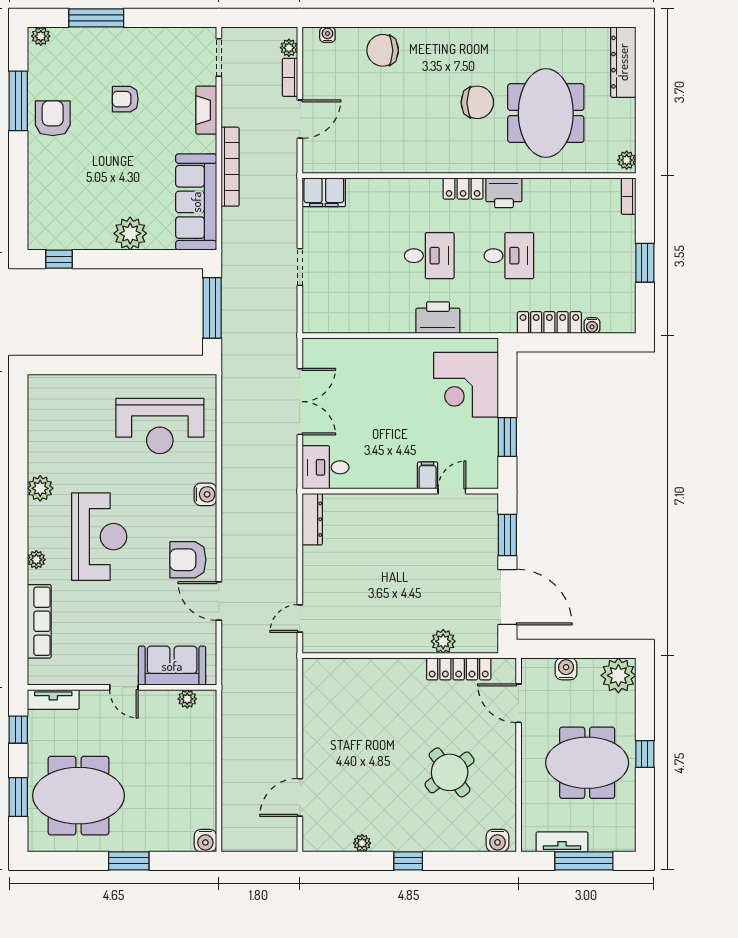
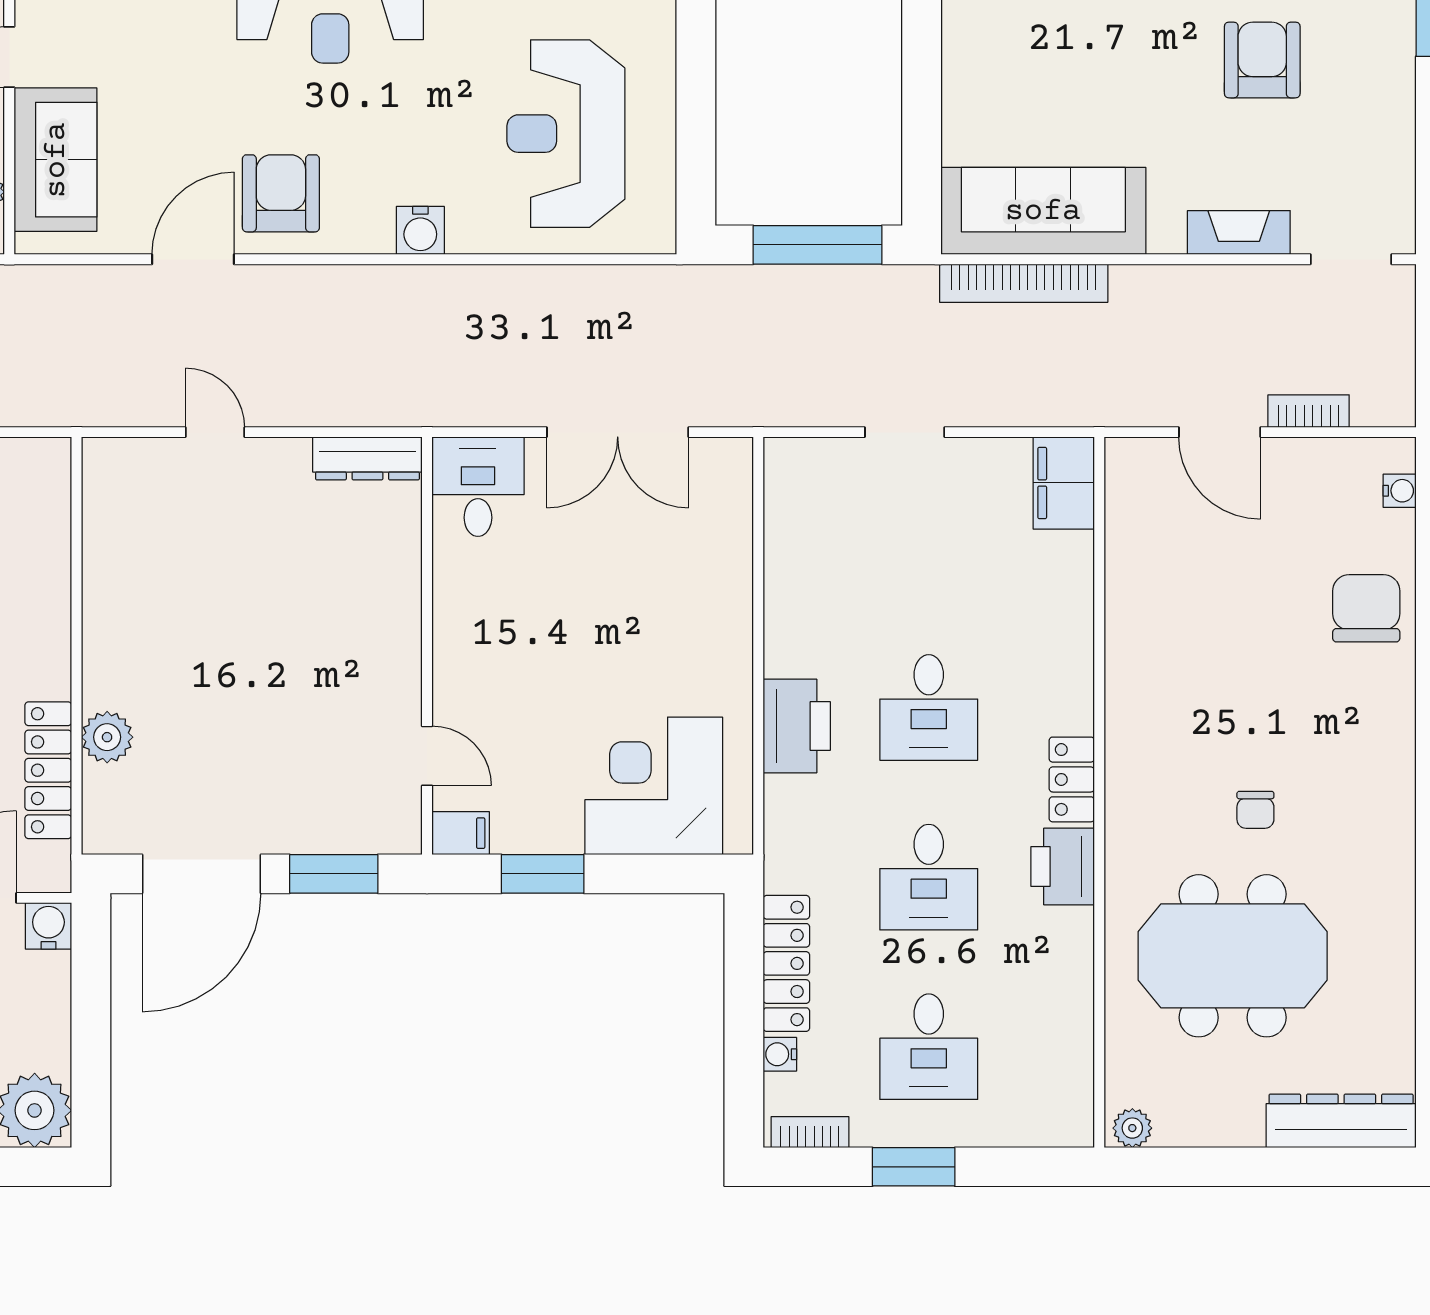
plant: (289, 48) -> (1372, 409), removed
armchair: (125, 99) -> (1262, 60), width x1.38, depth x1.38
chair: (477, 102) -> (1255, 810), width x0.54, depth x0.54
bookcase: (230, 167) -> (1024, 283), moved
bookcase: (629, 196) -> (810, 1132), moved
plant: (130, 233) -> (976, 70), removed
desk: (588, 256) -> (929, 1047), added
filing cabinet: (428, 475) -> (461, 833), moved
door: (300, 618) -> (215, 432), moved
water cooler: (566, 669) -> (48, 926), moved, turned -90

